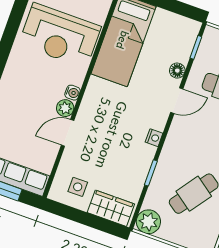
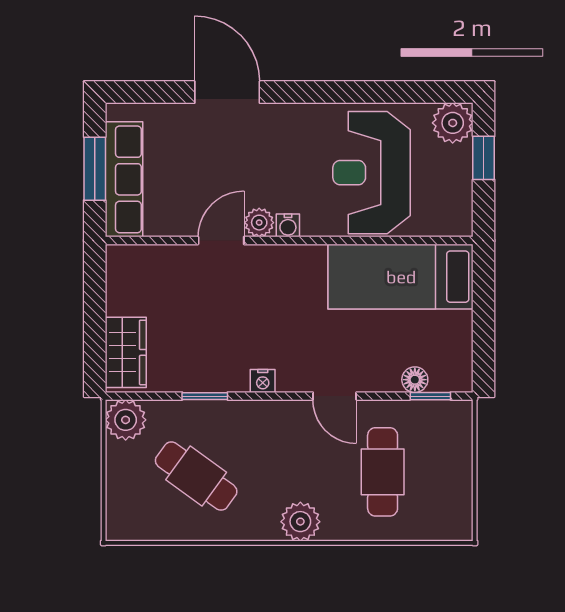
floor lamp: (177, 71) -> (415, 380), moved
door: (68, 133) -> (221, 241), hinge flipped
side table: (78, 187) -> (141, 287), removed

